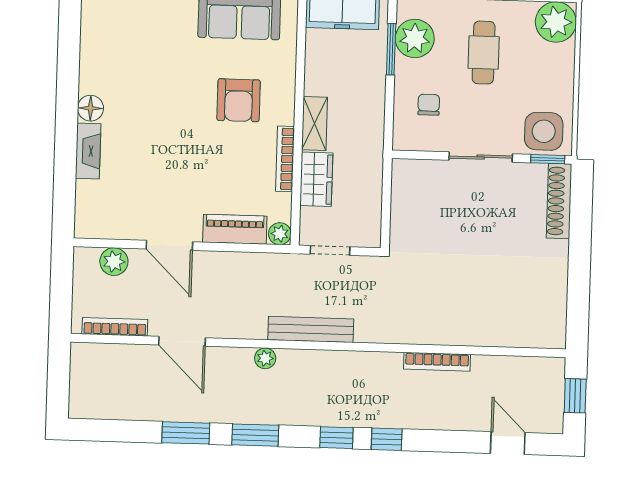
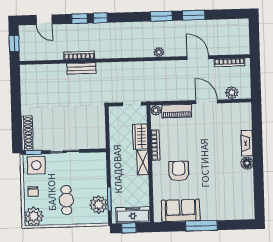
chair: (429, 105) -> (33, 192), moved
bench: (311, 329) -> (82, 68), moved, width x0.73
window: (336, 438) -> (80, 19), moved

